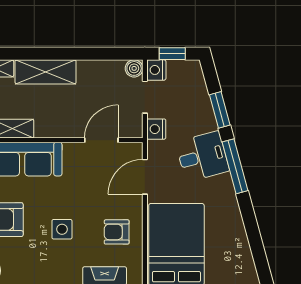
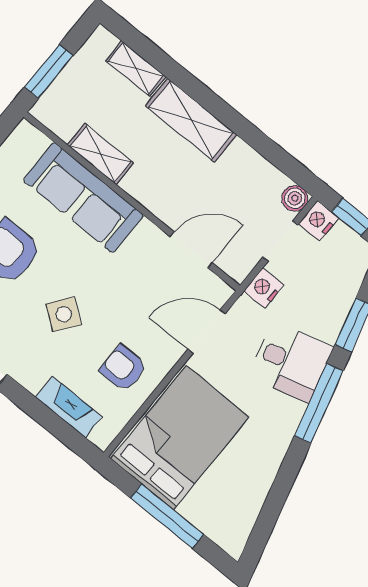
side table: (62, 229) -> (64, 314), turned 37

